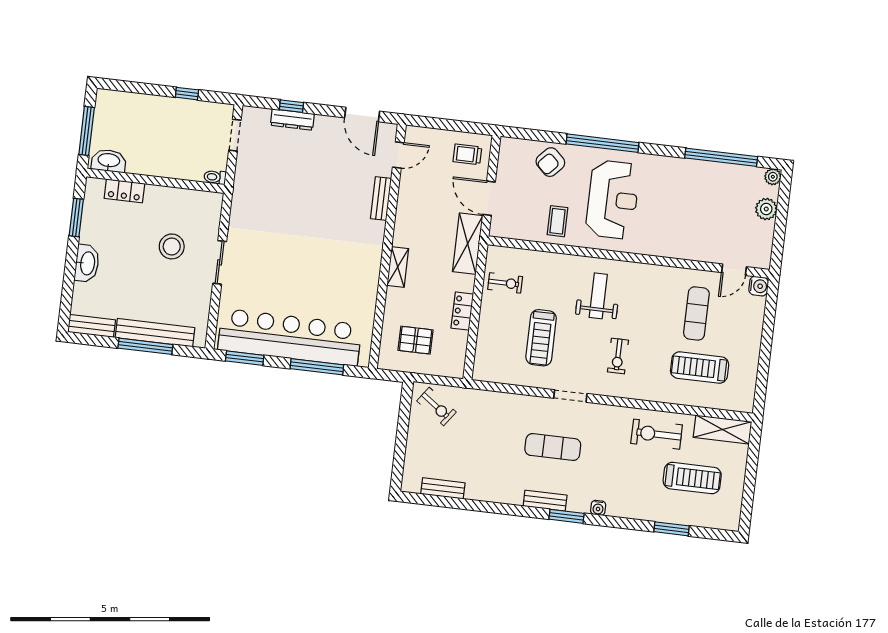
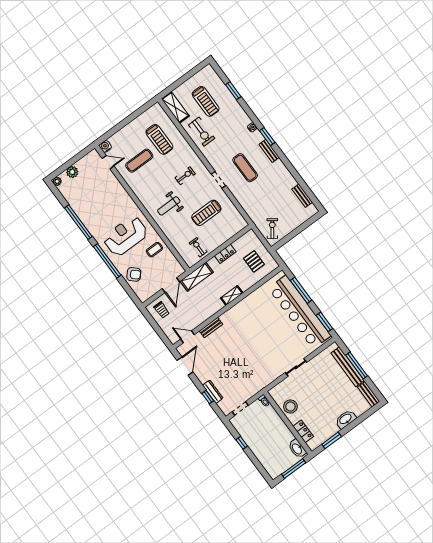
window: (721, 157) -> (78, 222), moved
stool: (172, 246) -> (290, 407), moved
treadmill: (541, 338) -> (206, 213), turned 180
treadmill: (692, 478) -> (206, 101), turned 180

